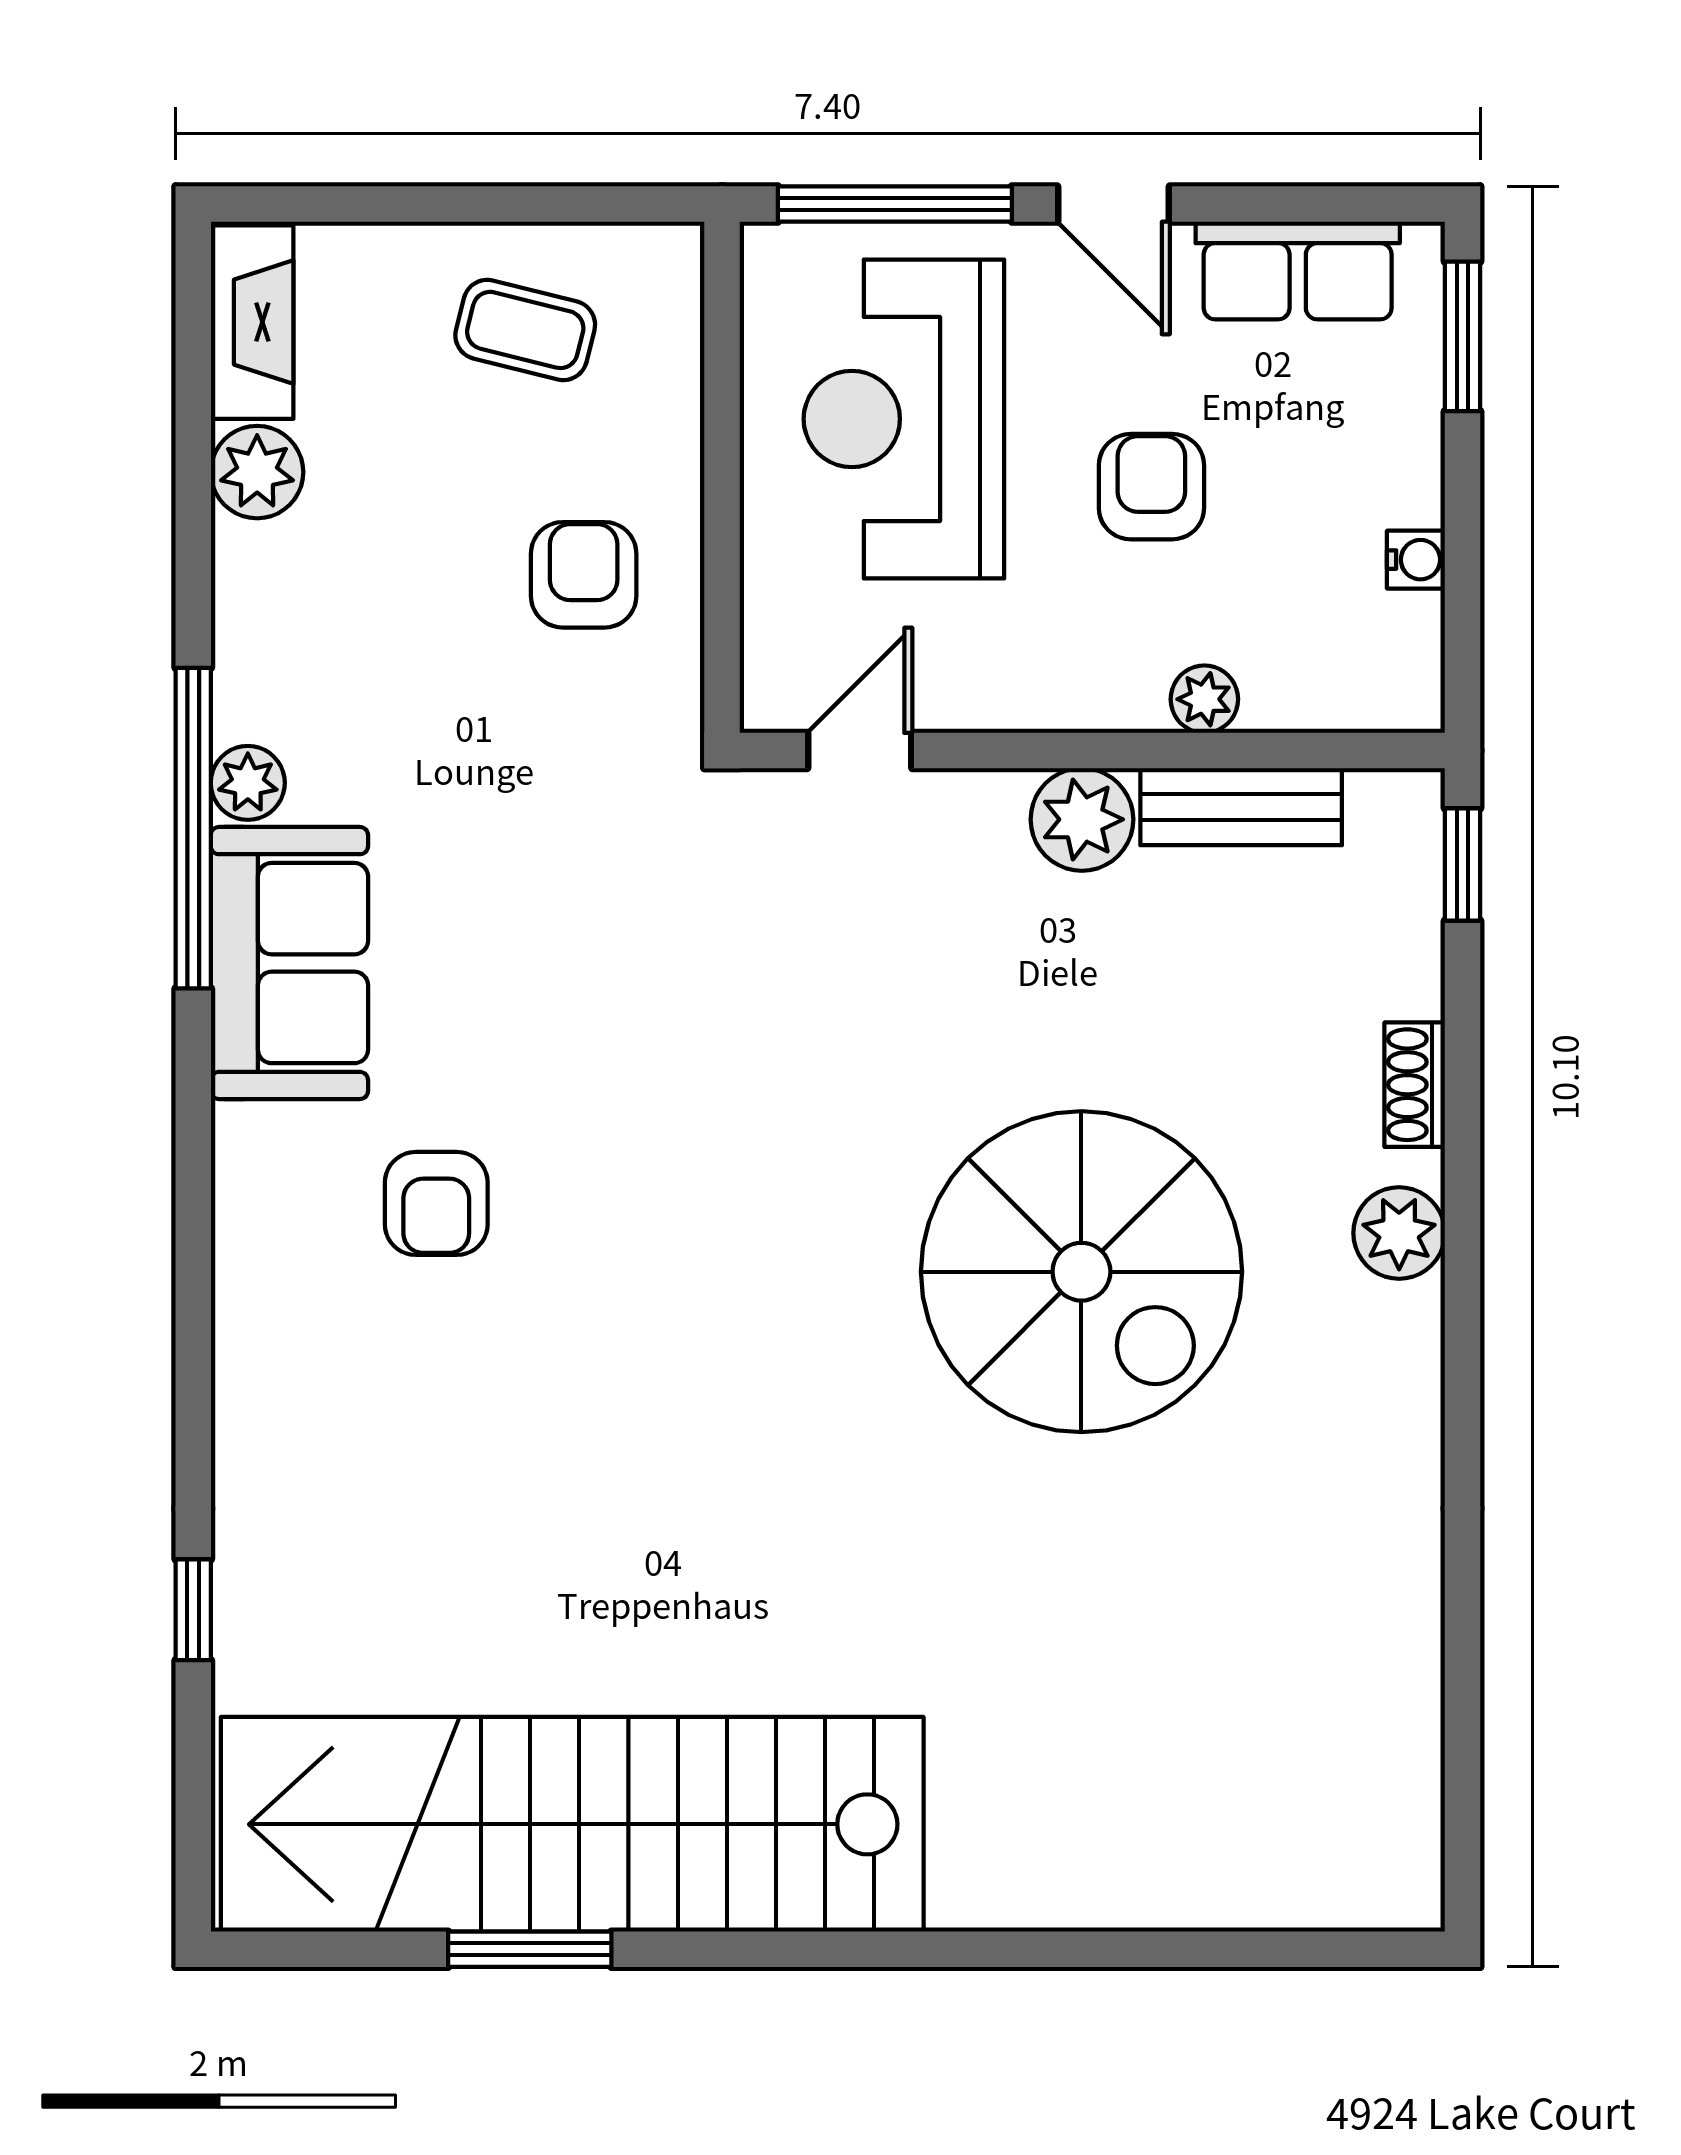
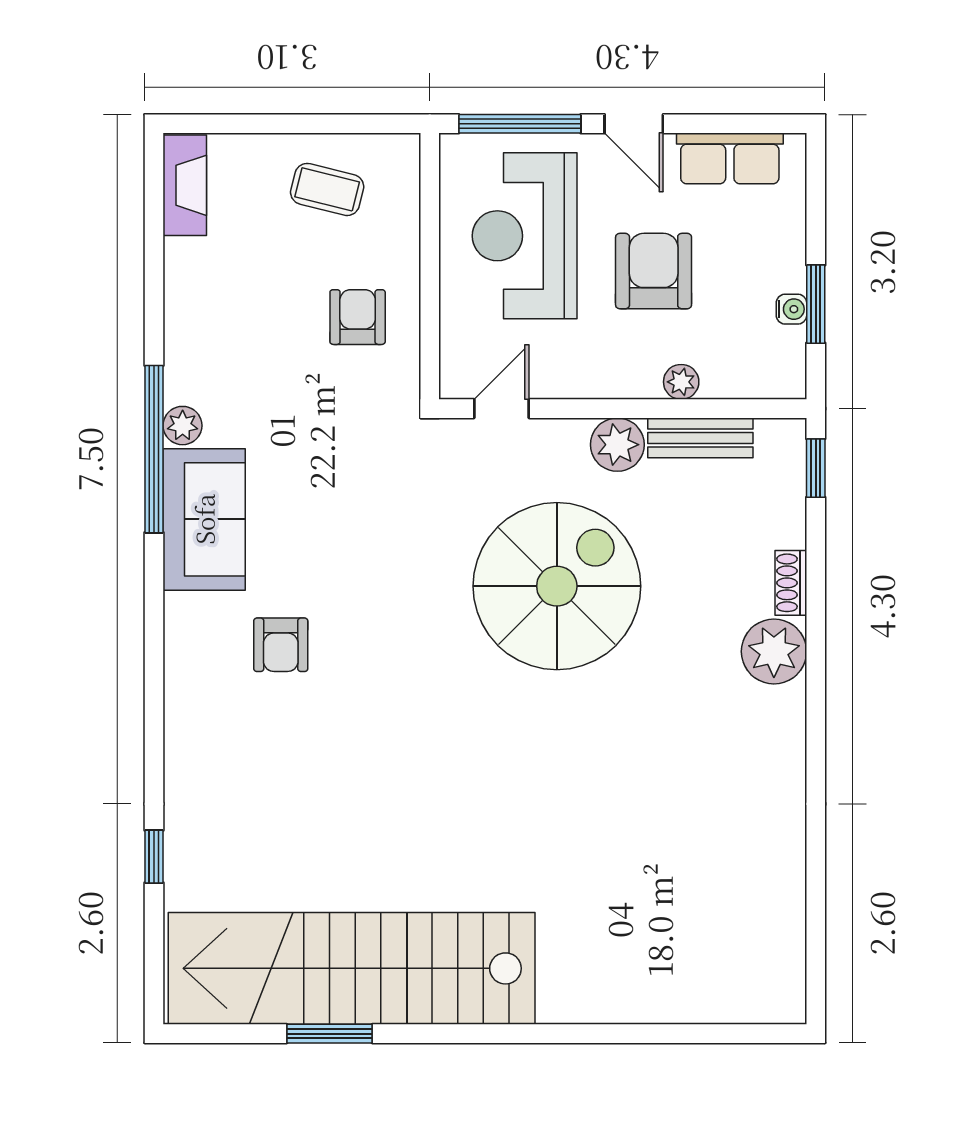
window: (1462, 336) -> (816, 304), moved
plant: (257, 472) -> (187, 264), removed
armchair: (1151, 487) -> (654, 271), width x1.38, depth x1.38
plant: (1399, 1233) -> (774, 651), width x1.36, depth x1.36
spiral stairs: (1081, 1272) -> (557, 586), moved, turned -90

